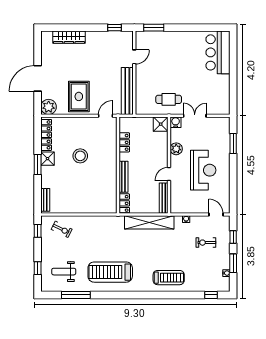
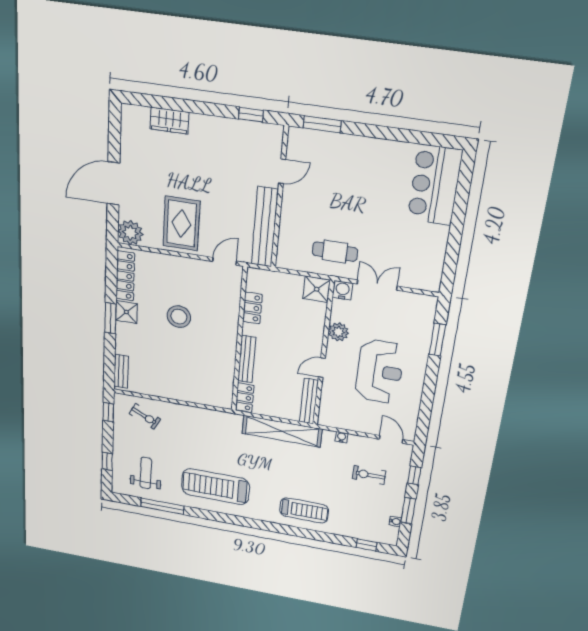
wardrobe: (69, 37) -> (169, 121), width x0.67
weight bench: (64, 272) -> (146, 473), turned 90

